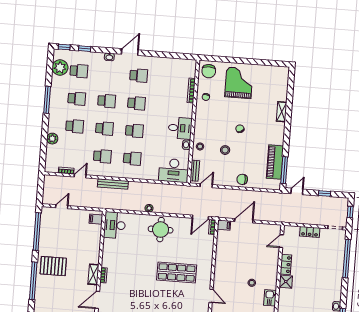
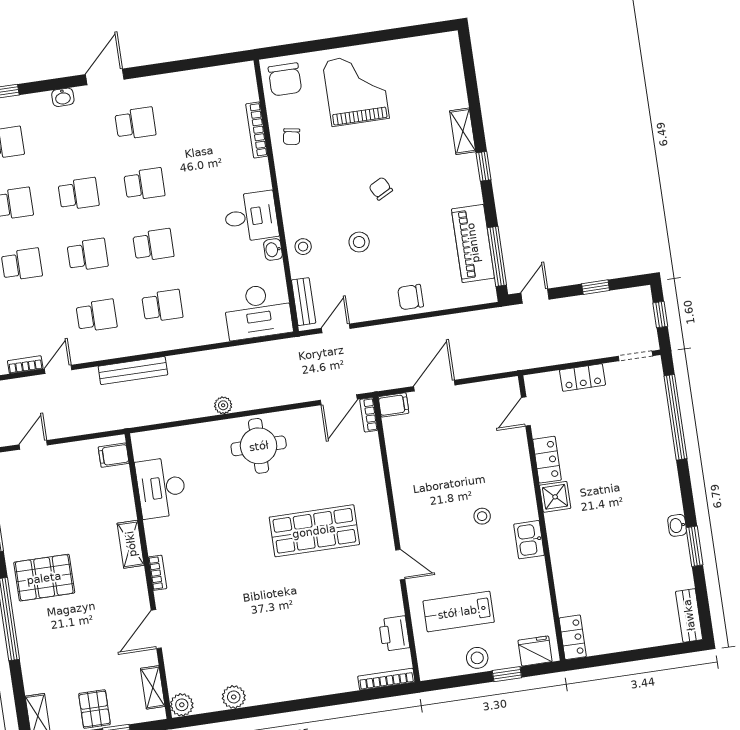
window: (287, 129) -> (484, 166), added
desk: (115, 225) -> (161, 488), moved
shelving: (93, 274) -> (131, 544), moved

